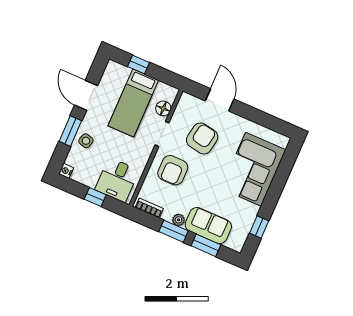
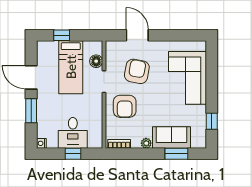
side table: (86, 141) -> (47, 113), removed
desk: (117, 180) -> (73, 133), moved
window: (173, 231) -> (146, 154), removed

